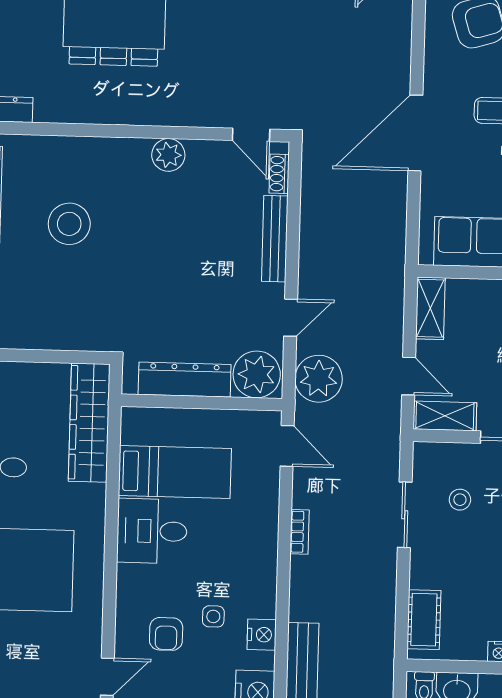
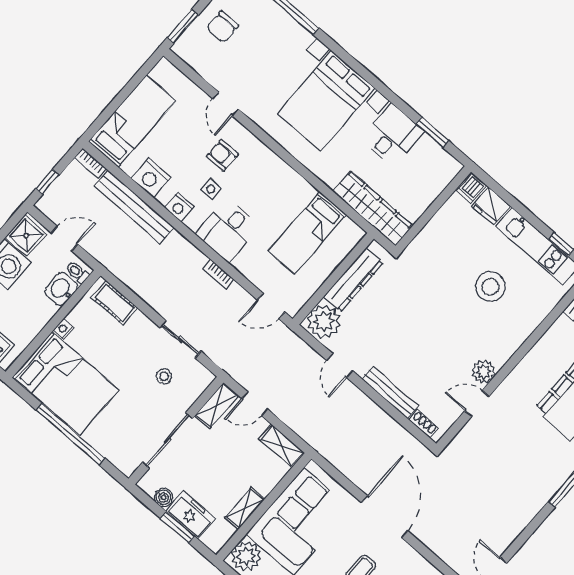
door: (251, 135) -> (477, 404), moved
plant: (319, 379) -> (294, 353), removed
desk: (152, 531) -> (228, 230), moved, turned 180

